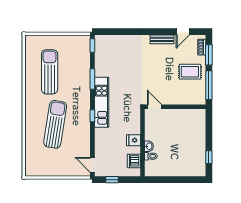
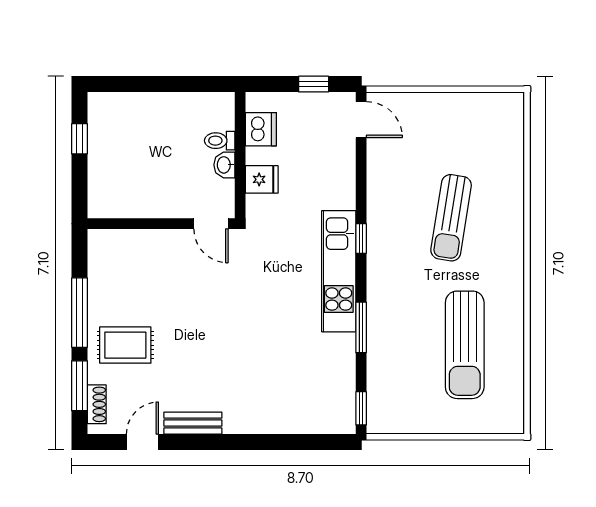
door: (154, 107) -> (211, 224), moved
wall: (175, 107) -> (161, 224), moved
sun lounger: (55, 124) -> (451, 218), width x0.73, depth x0.75

